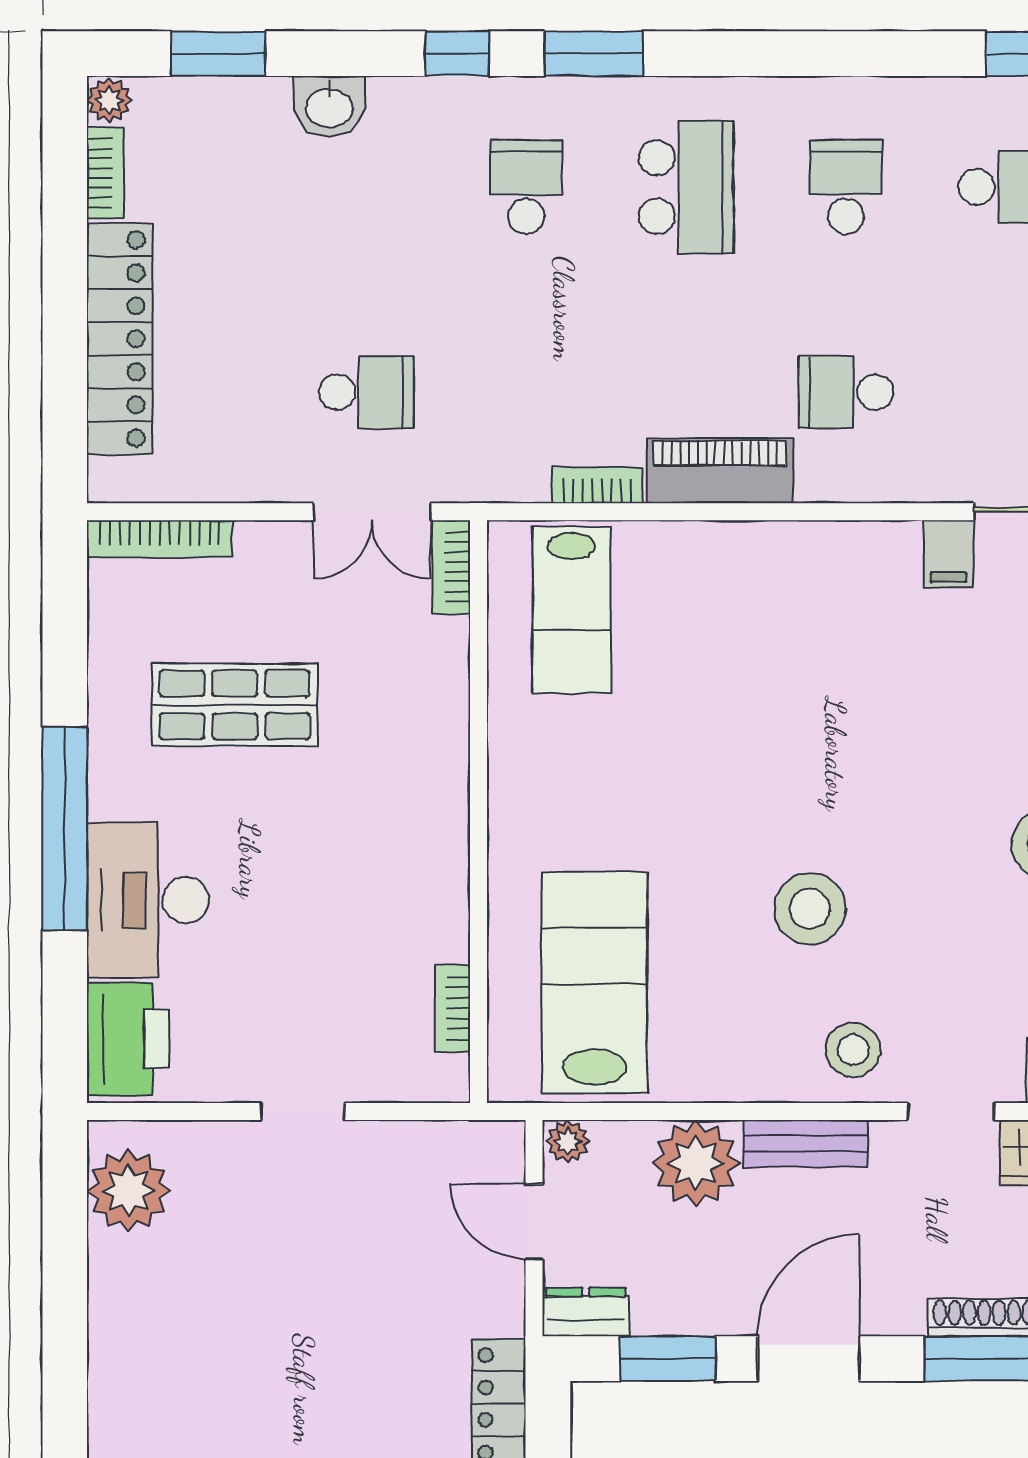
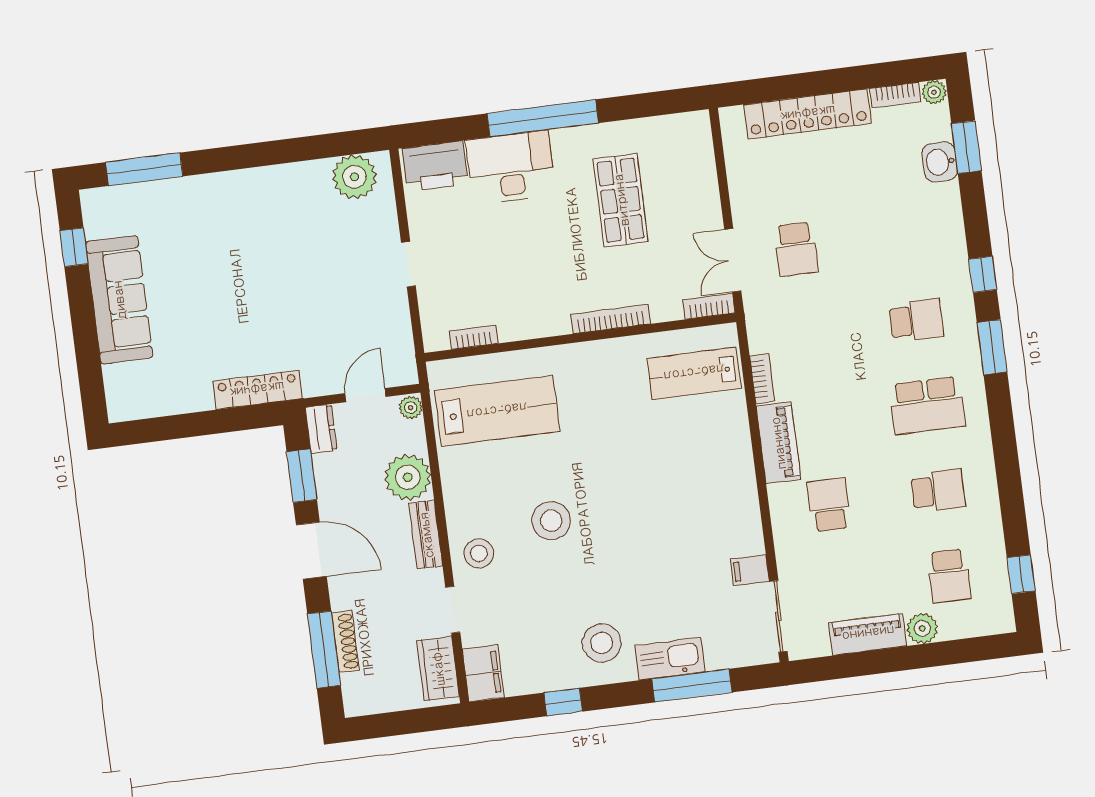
washbasin: (329, 106) -> (940, 162), moved
bookcase: (160, 539) -> (611, 319), moved, turned 90

